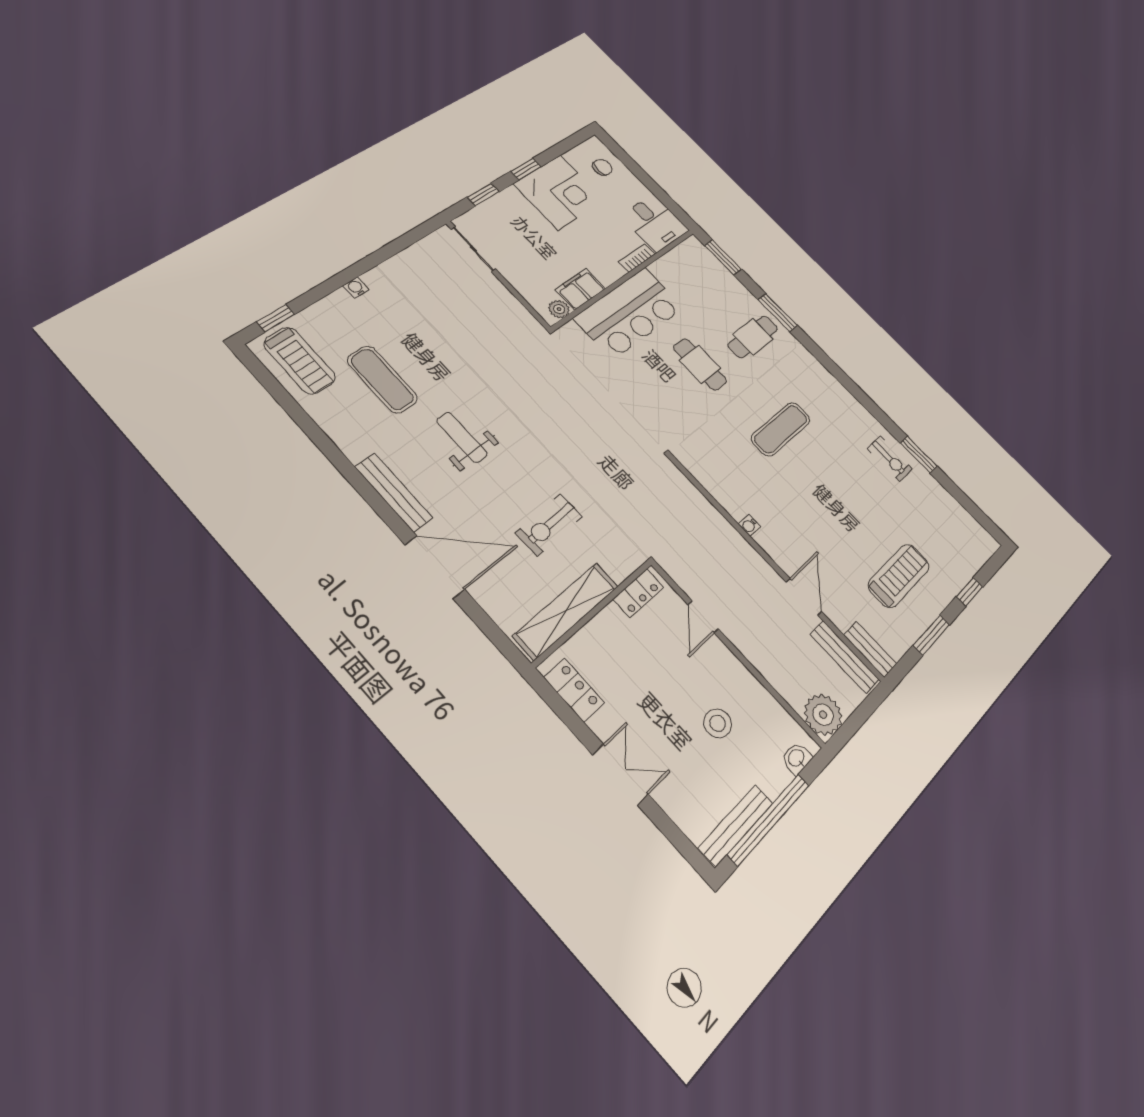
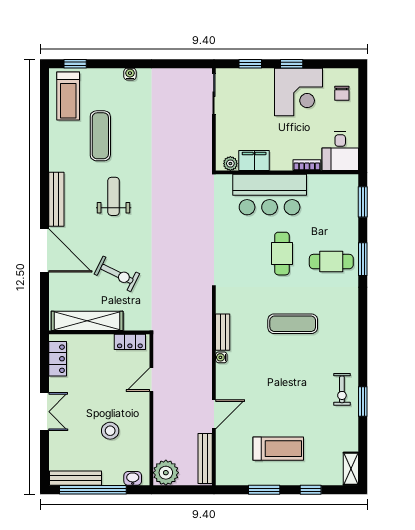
chair: (602, 167) -> (342, 93), turned 90
exercise bike: (549, 525) -> (117, 274), turned -152
shelving: (979, 534) -> (351, 469), added
bench: (870, 649) -> (223, 332), moved

